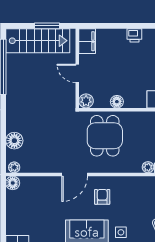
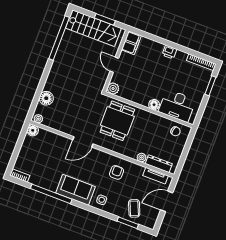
floor lamp: (117, 102) -> (154, 105), moved
armchair: (102, 197) -> (116, 172), moved

